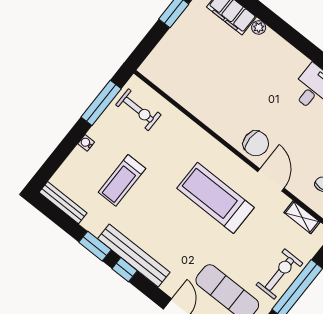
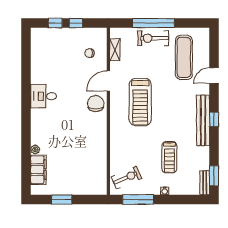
exercise bike: (138, 110) -> (126, 178), turned 67
treadmill: (122, 180) -> (169, 157), turned 90
bench: (63, 203) -> (205, 183), width x0.73
window: (95, 246) -> (214, 176), moved

